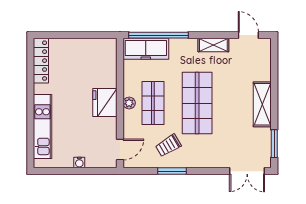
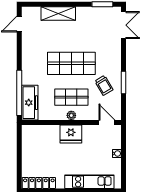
shelving: (213, 45) -> (27, 51), removed
shelving: (262, 104) -> (58, 13), moved

